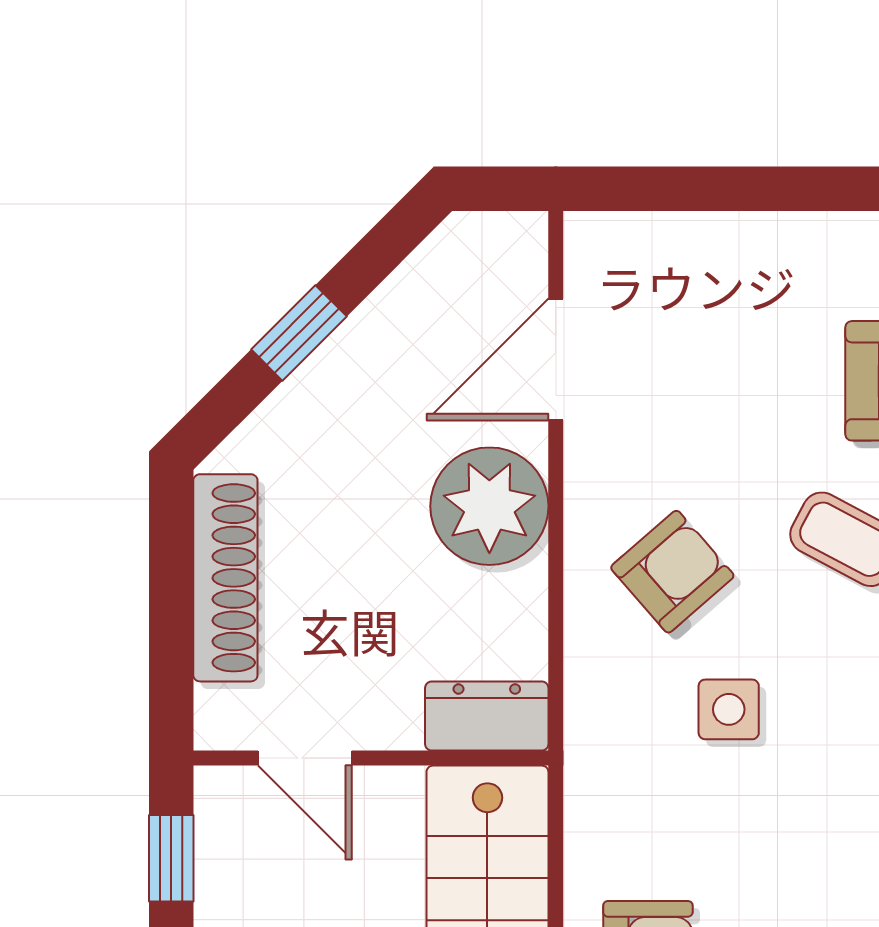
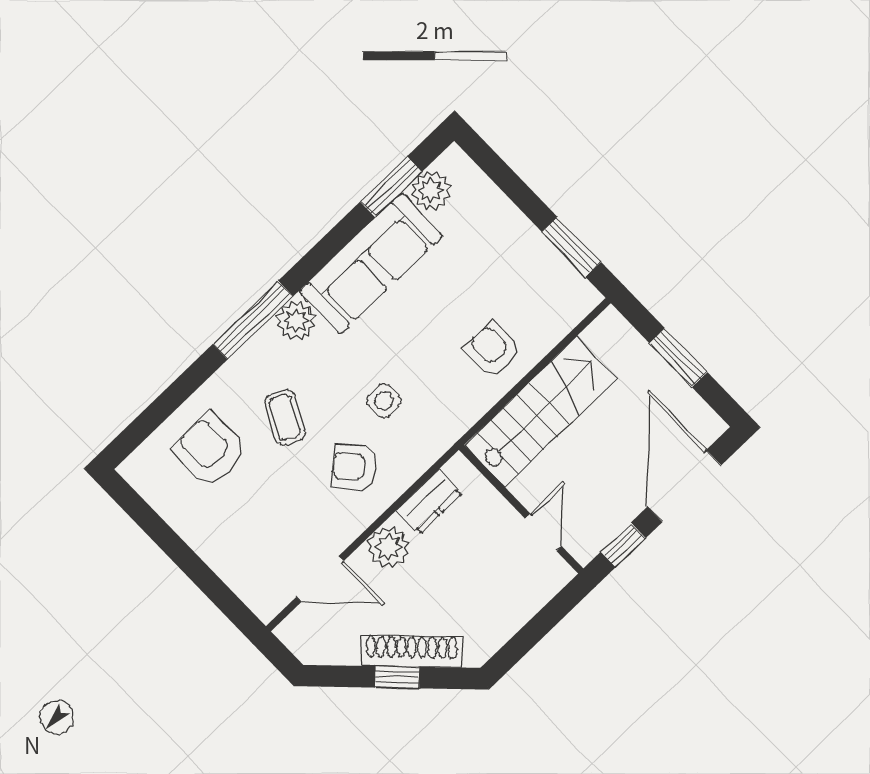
plant: (489, 506) -> (388, 547), width x0.73, depth x0.73
shoe rack: (225, 578) -> (412, 651), moved, turned 45
dresser: (487, 716) -> (429, 502), moved, turned -90

